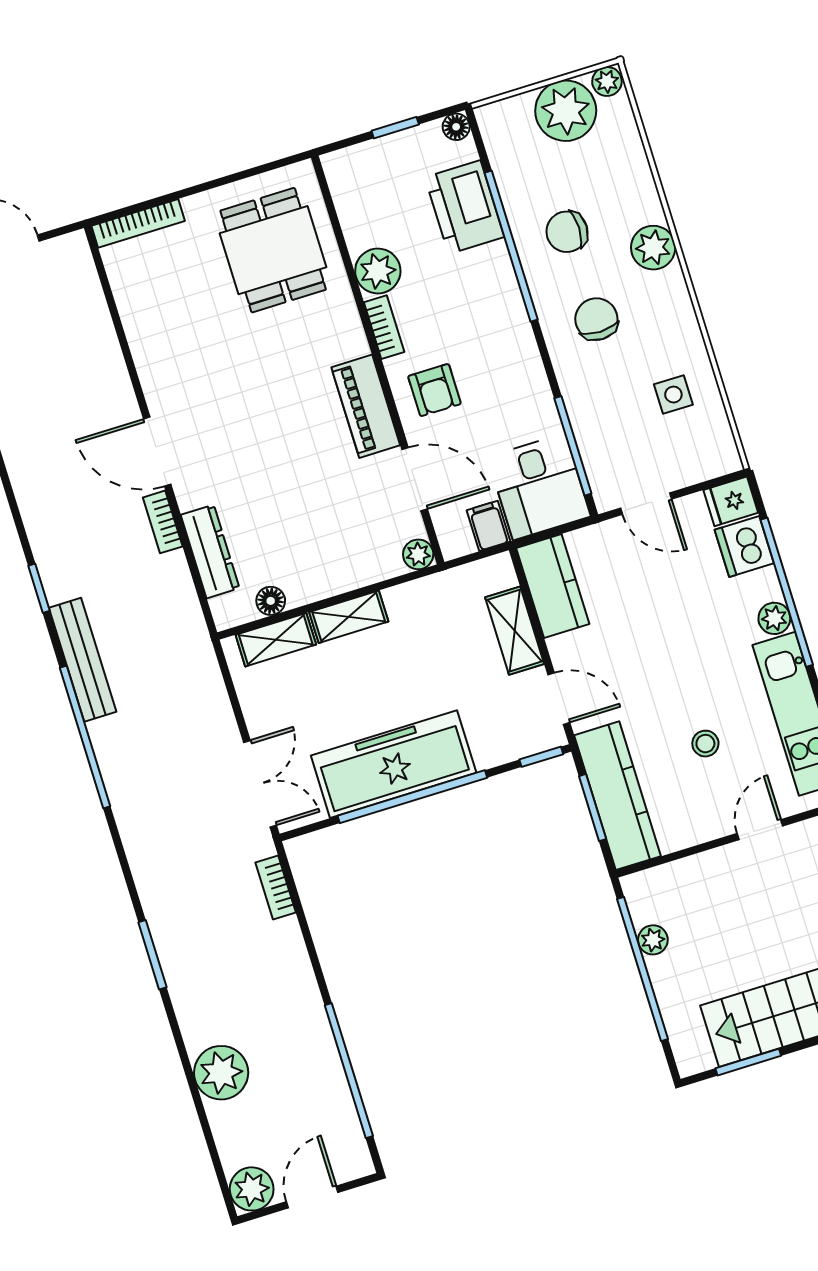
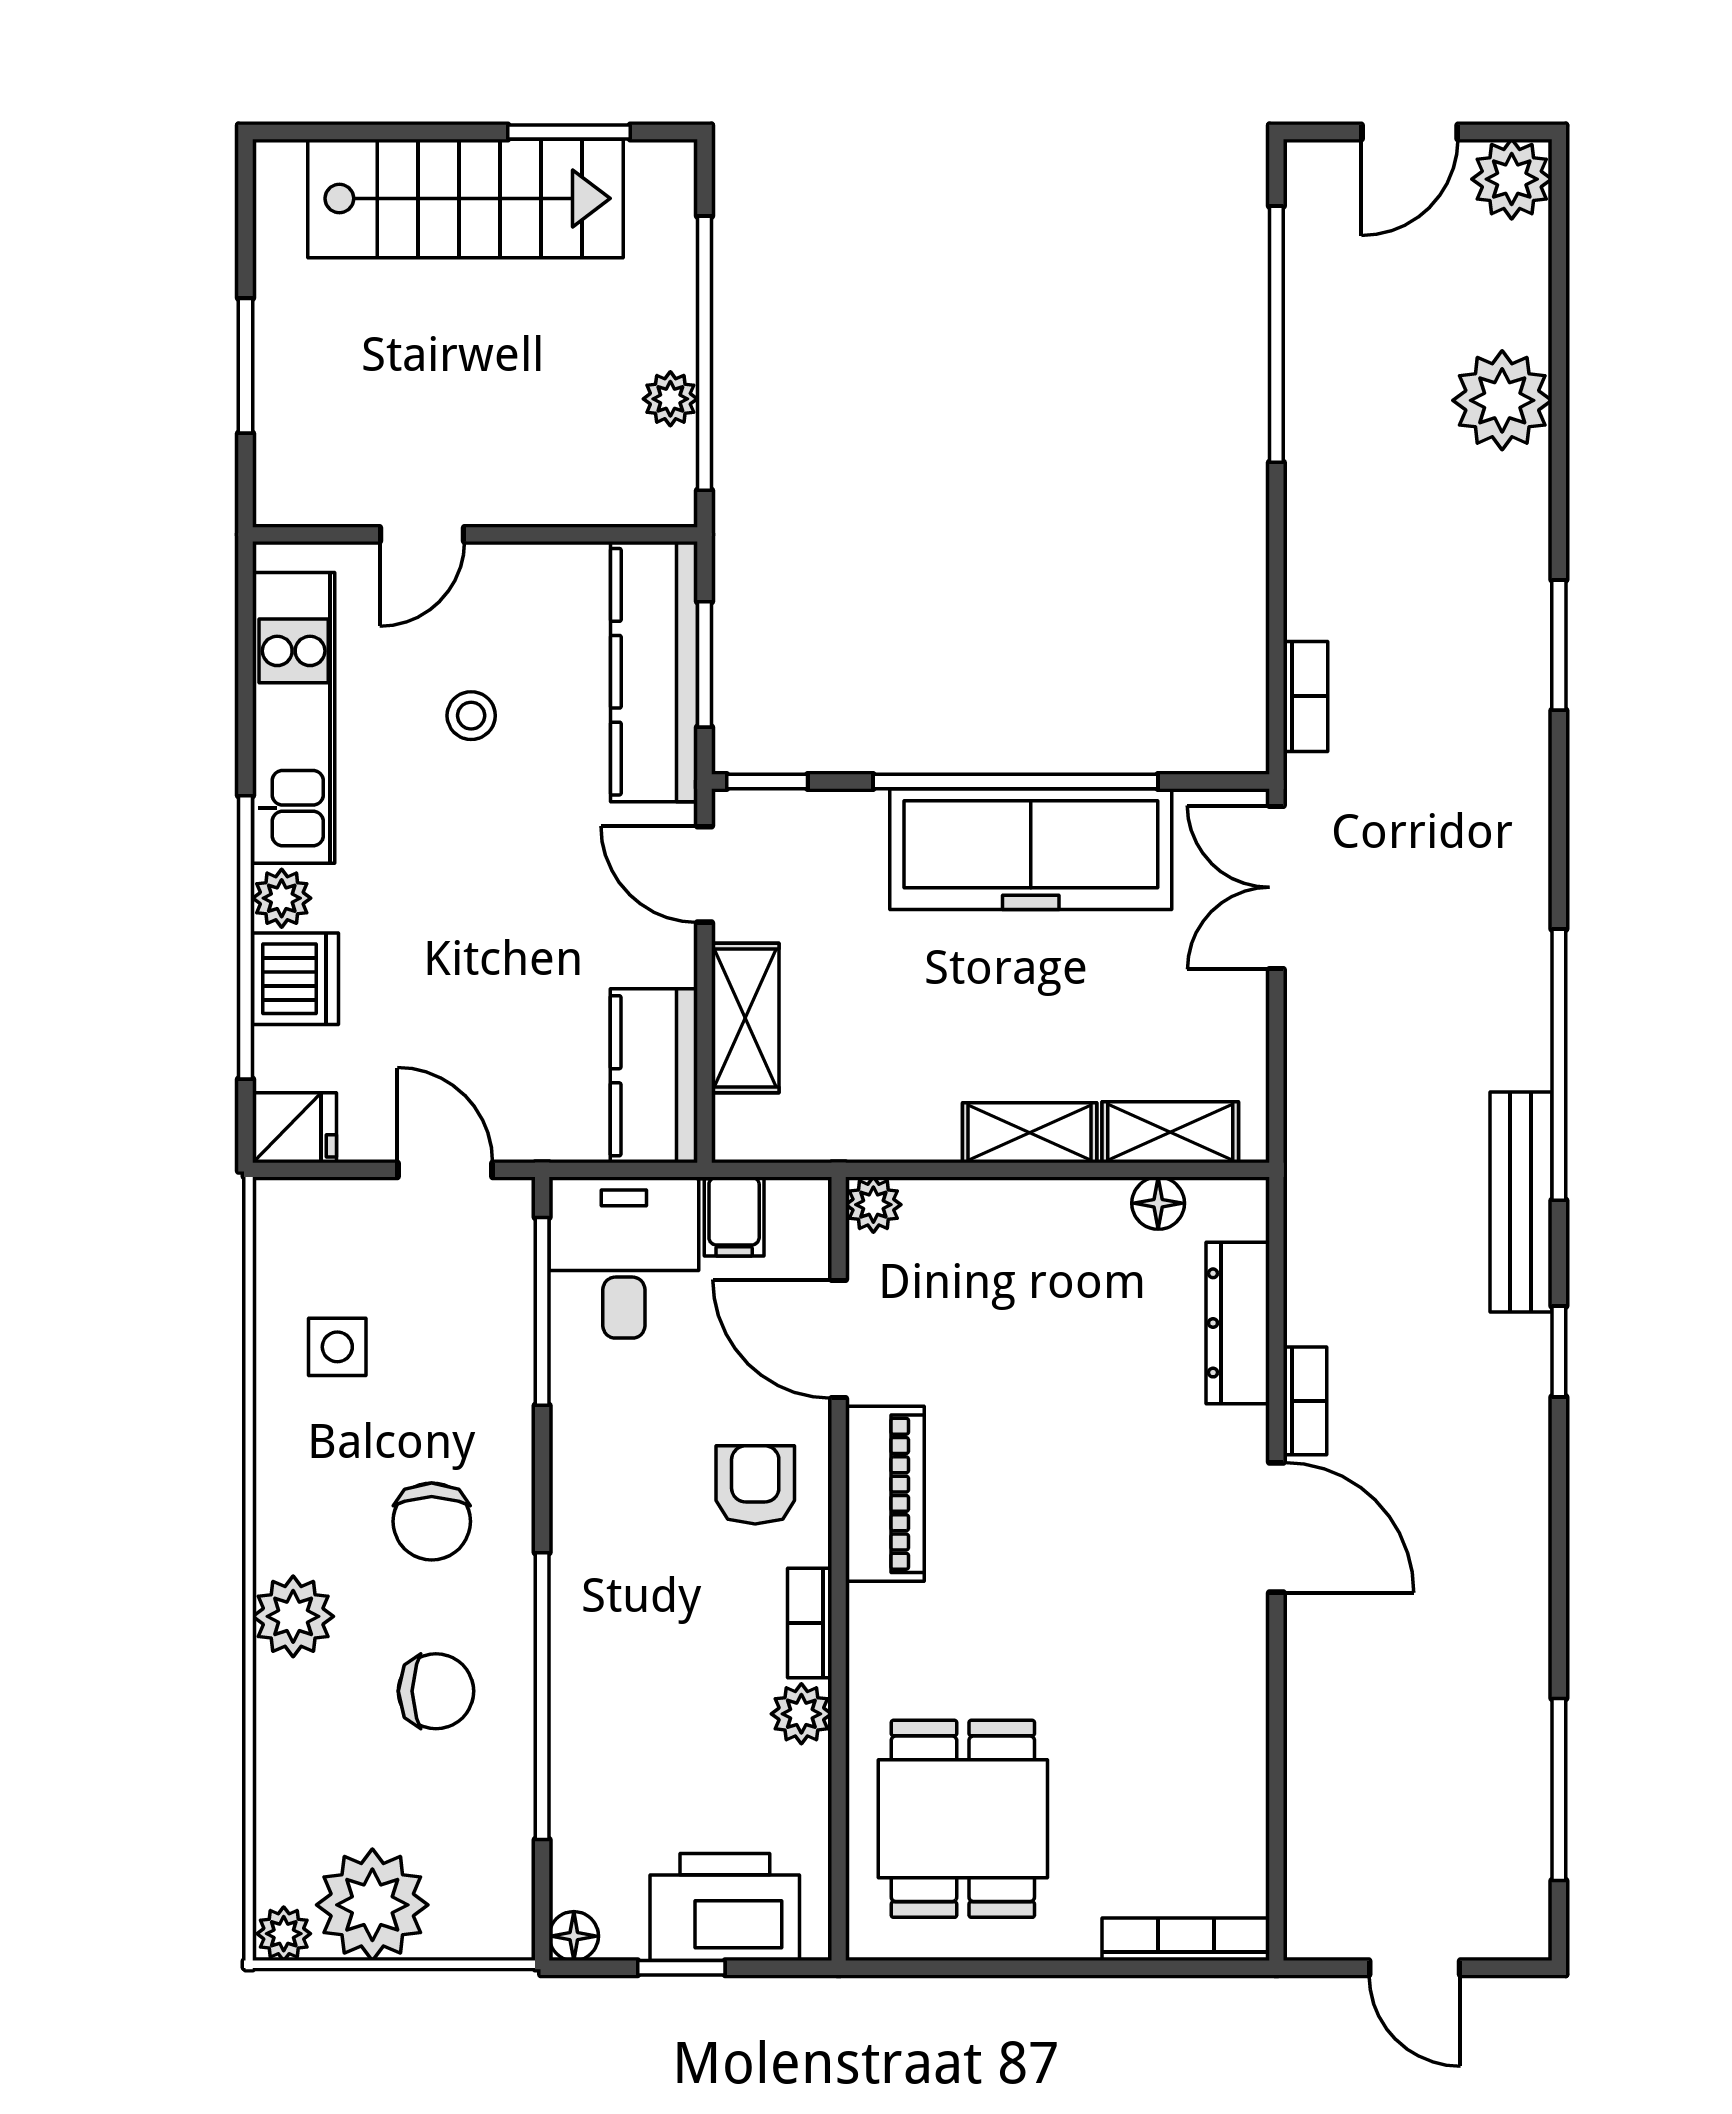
printer: (465, 207) -> (725, 1907), moved, turned -90
plant: (378, 271) -> (801, 1714), width x0.73, depth x0.73
dishwasher: (744, 547) -> (296, 979), moved

